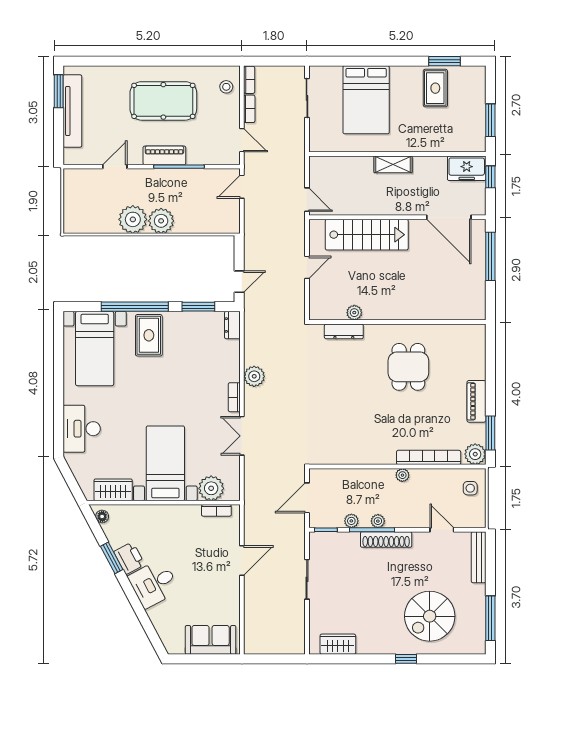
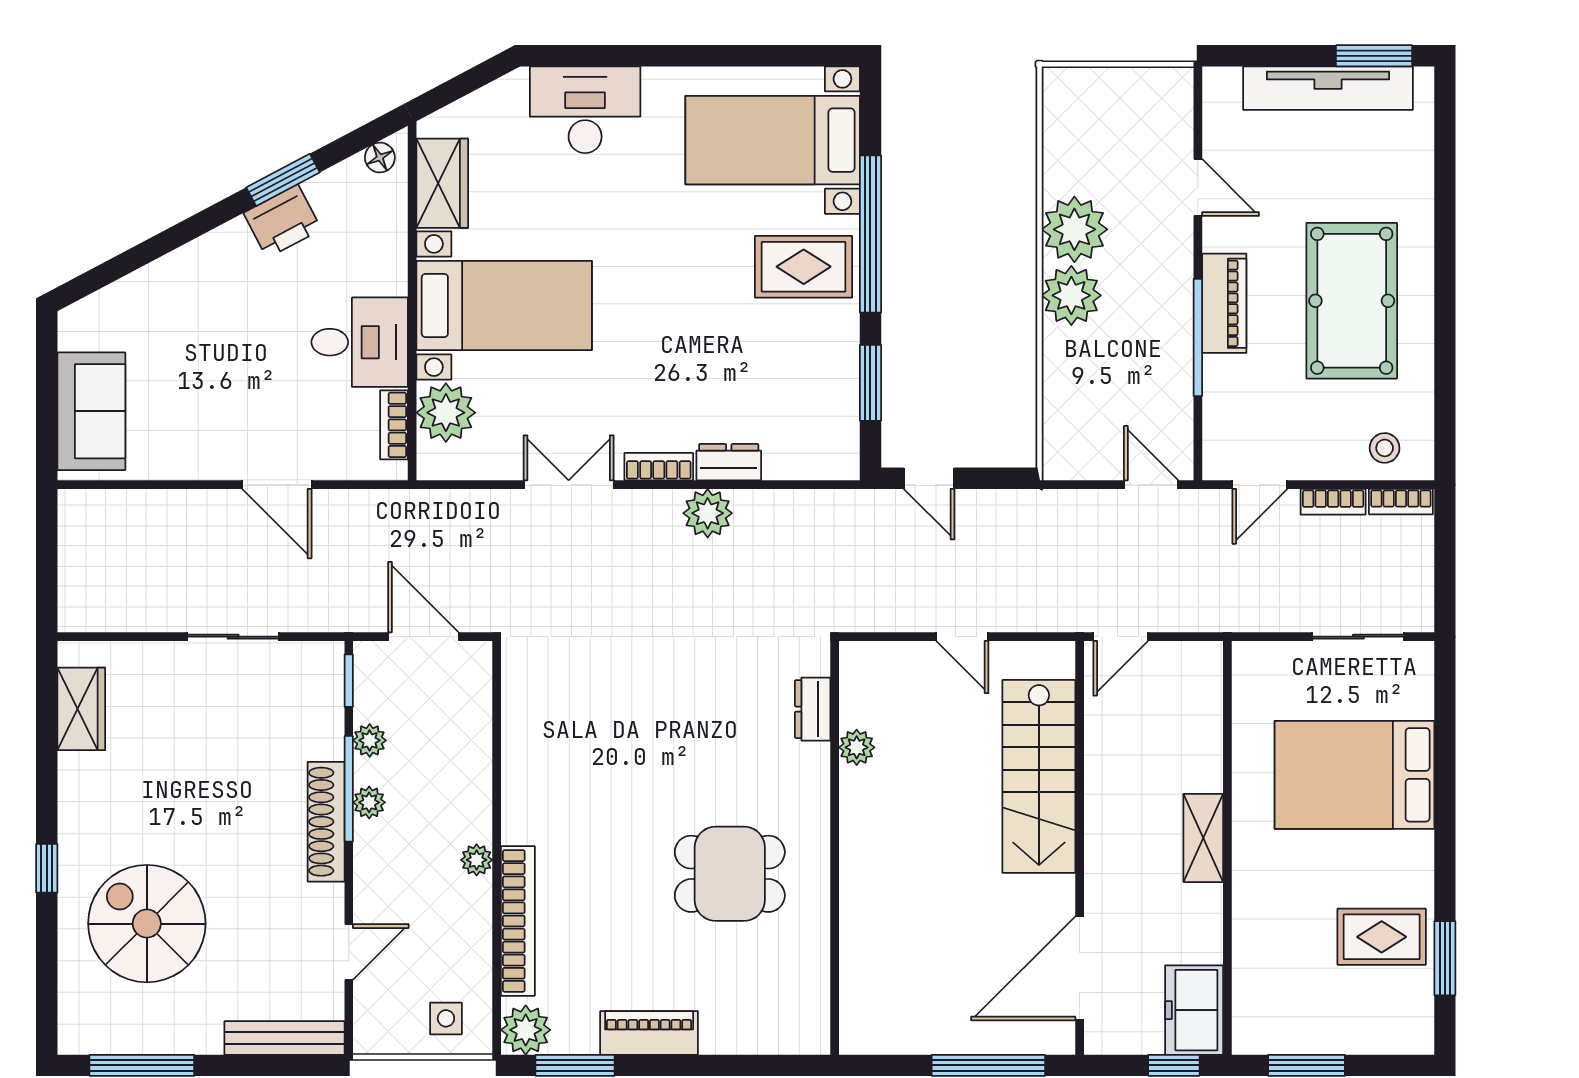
dresser: (232, 325) -> (729, 462), moved
dresser: (344, 331) -> (813, 709), width x0.70
desk: (154, 584) -> (360, 342), moved, turned 118

